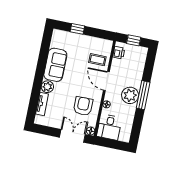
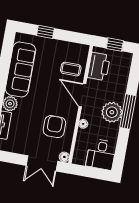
printer: (119, 53) -> (99, 66), width x1.87, depth x1.48
sofa: (55, 65) -> (20, 69), width x1.36
desk: (109, 127) -> (101, 154), moved
double door: (72, 136) -> (42, 163), swing flipped

